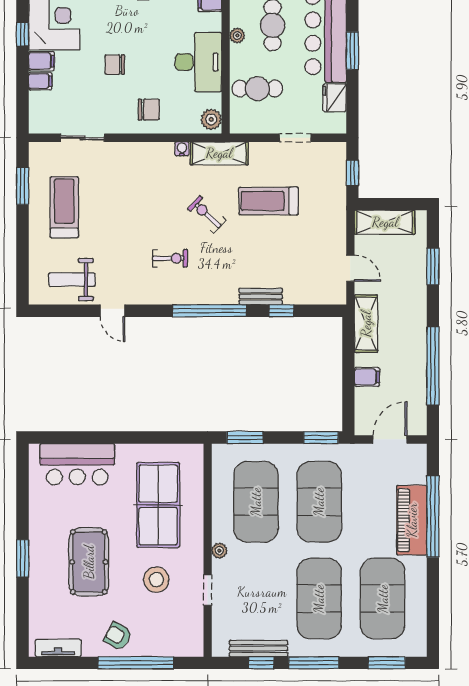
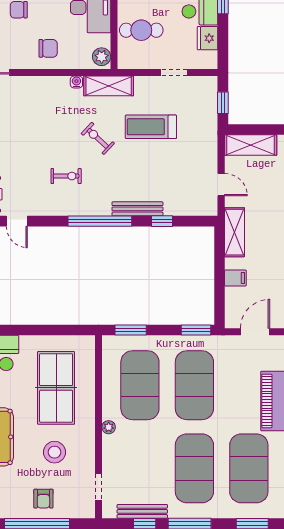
bench: (261, 296) -> (137, 209), width x1.36
doorway: (208, 590) -> (98, 487), moved
armchair: (118, 636) -> (43, 499), moved, turned -119

